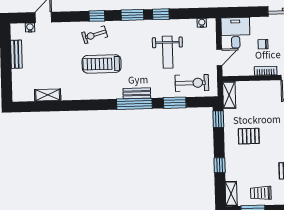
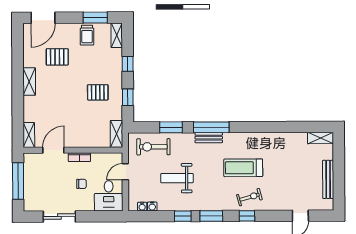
water cooler: (30, 28) -> (152, 206), moved
weight bench: (168, 52) -> (177, 178), turned -90
bench: (16, 54) -> (328, 179), width x1.36
treadmill: (102, 64) -> (243, 168), turned 180
shelving: (48, 95) -> (320, 138), moved
window: (218, 119) -> (128, 97), moved
trolley: (261, 193) -> (87, 35), turned 90

